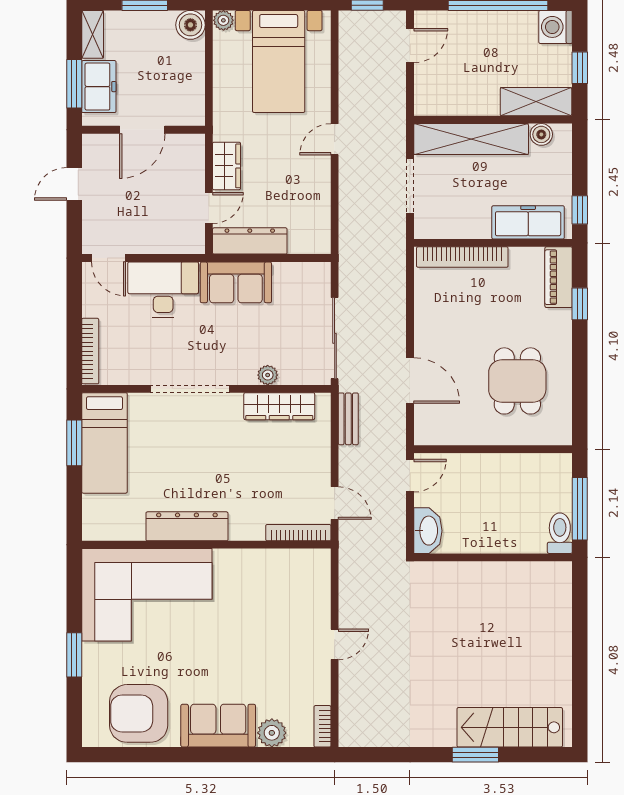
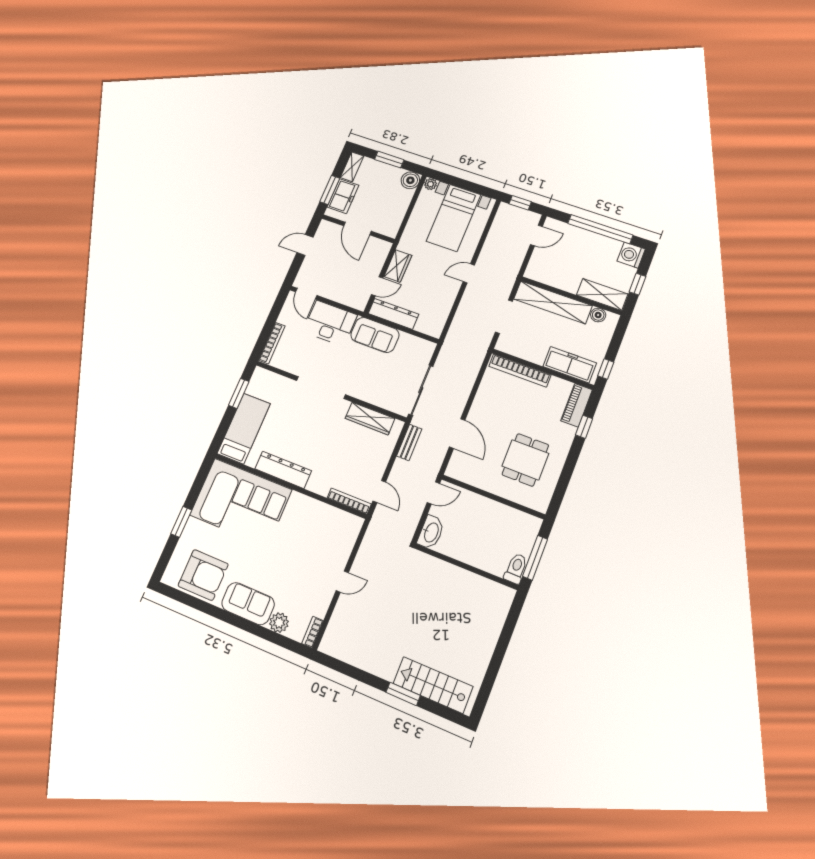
door: (142, 130) -> (357, 229), hinge flipped
plant: (268, 375) -> (371, 397), removed
bed: (104, 443) -> (244, 429), moved, turned 180
armchair: (139, 713) -> (203, 575), turned 180

